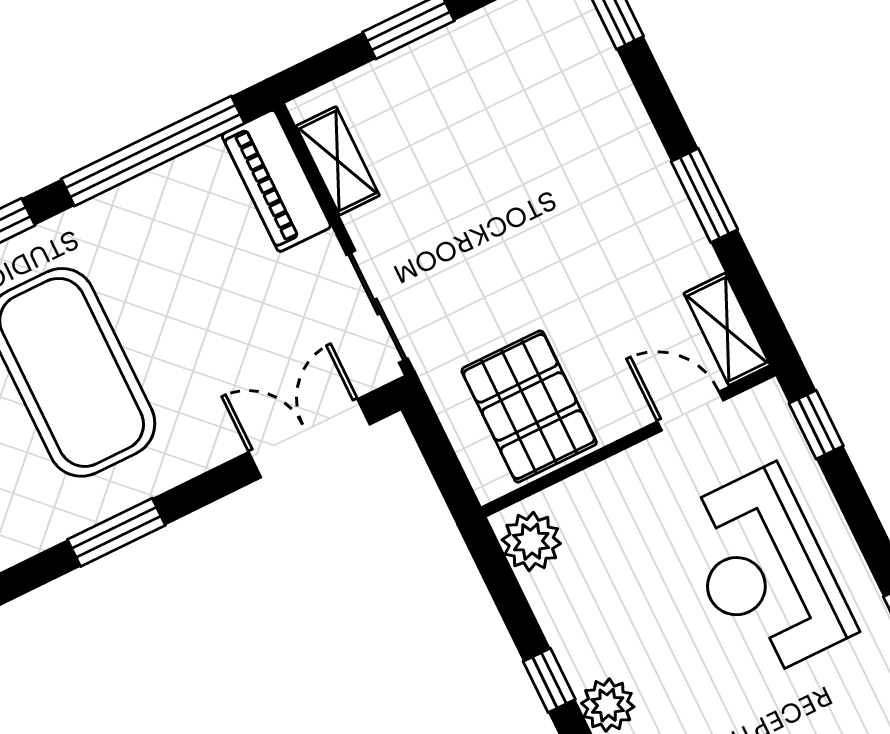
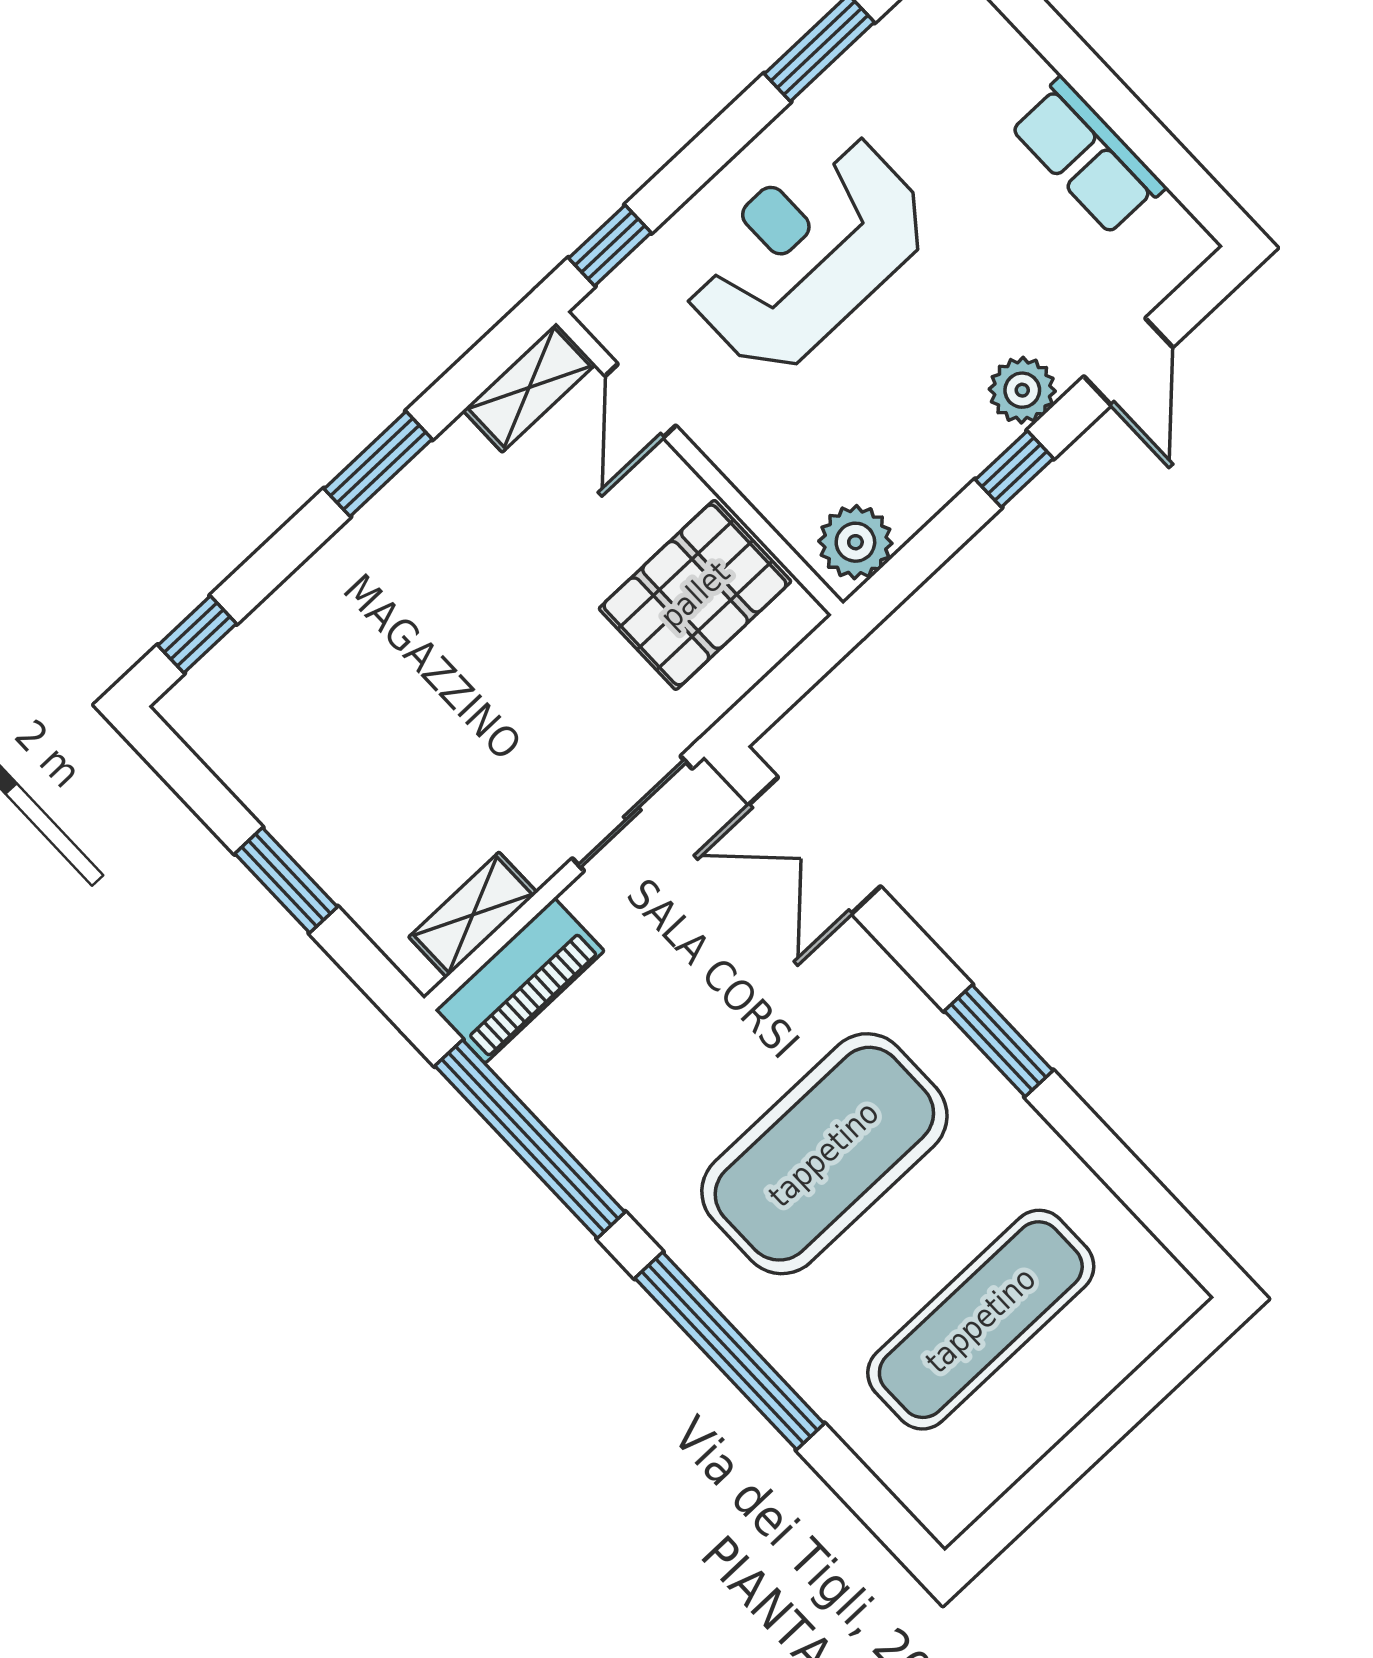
reception desk: (764, 572) -> (806, 252), turned 180

